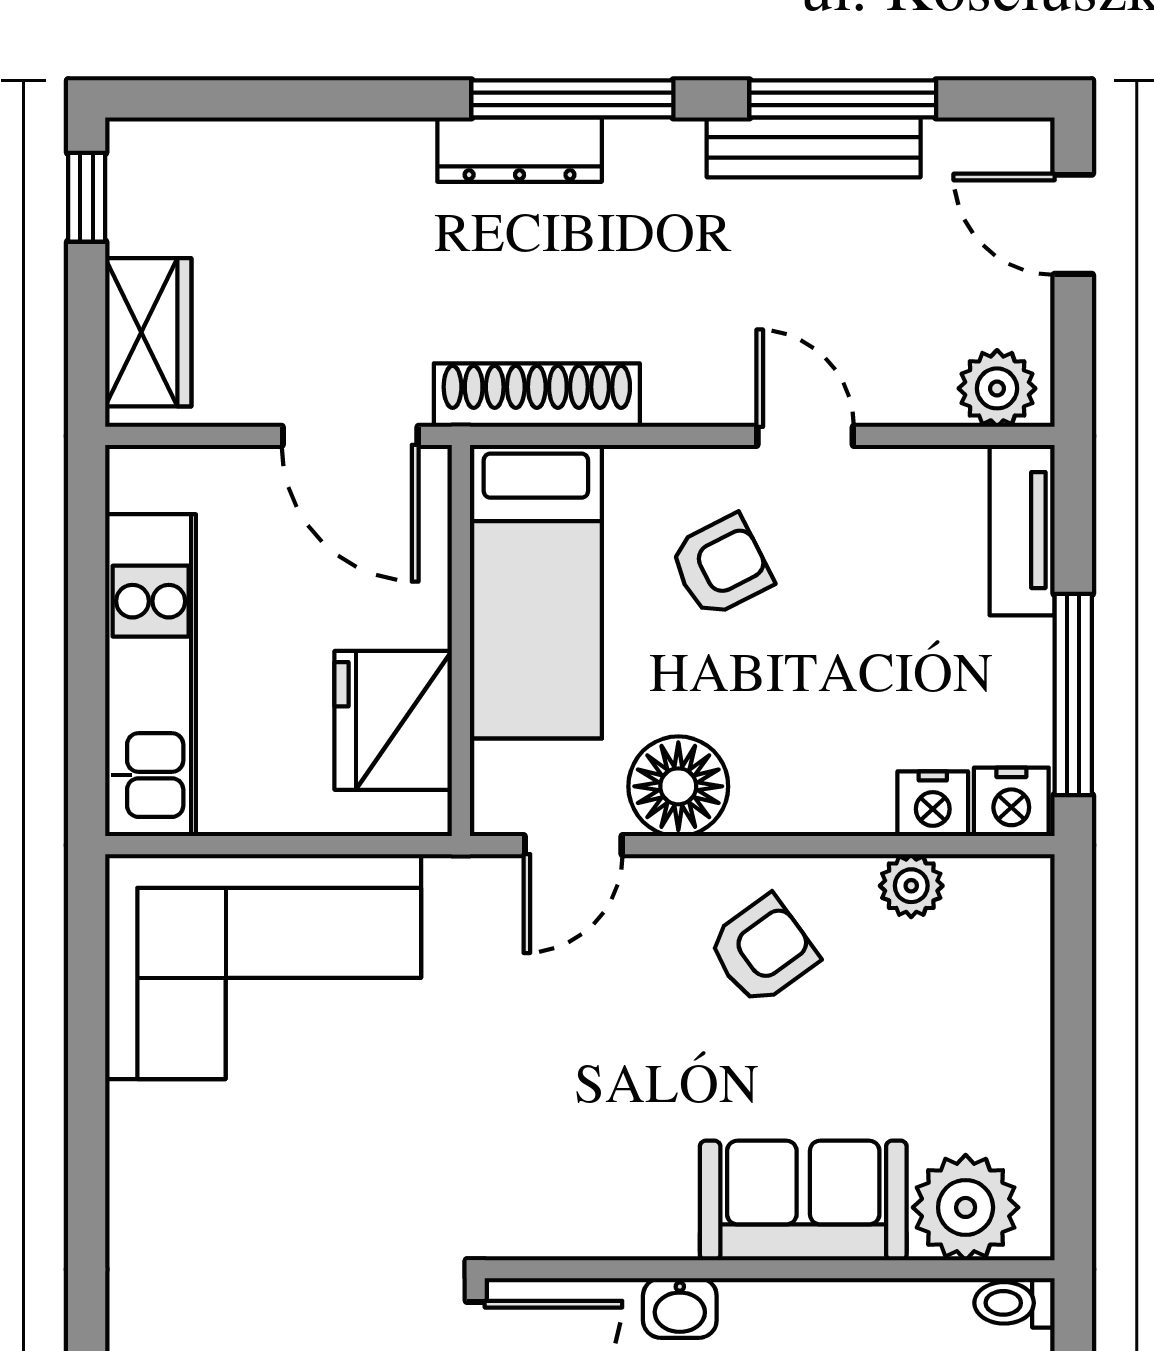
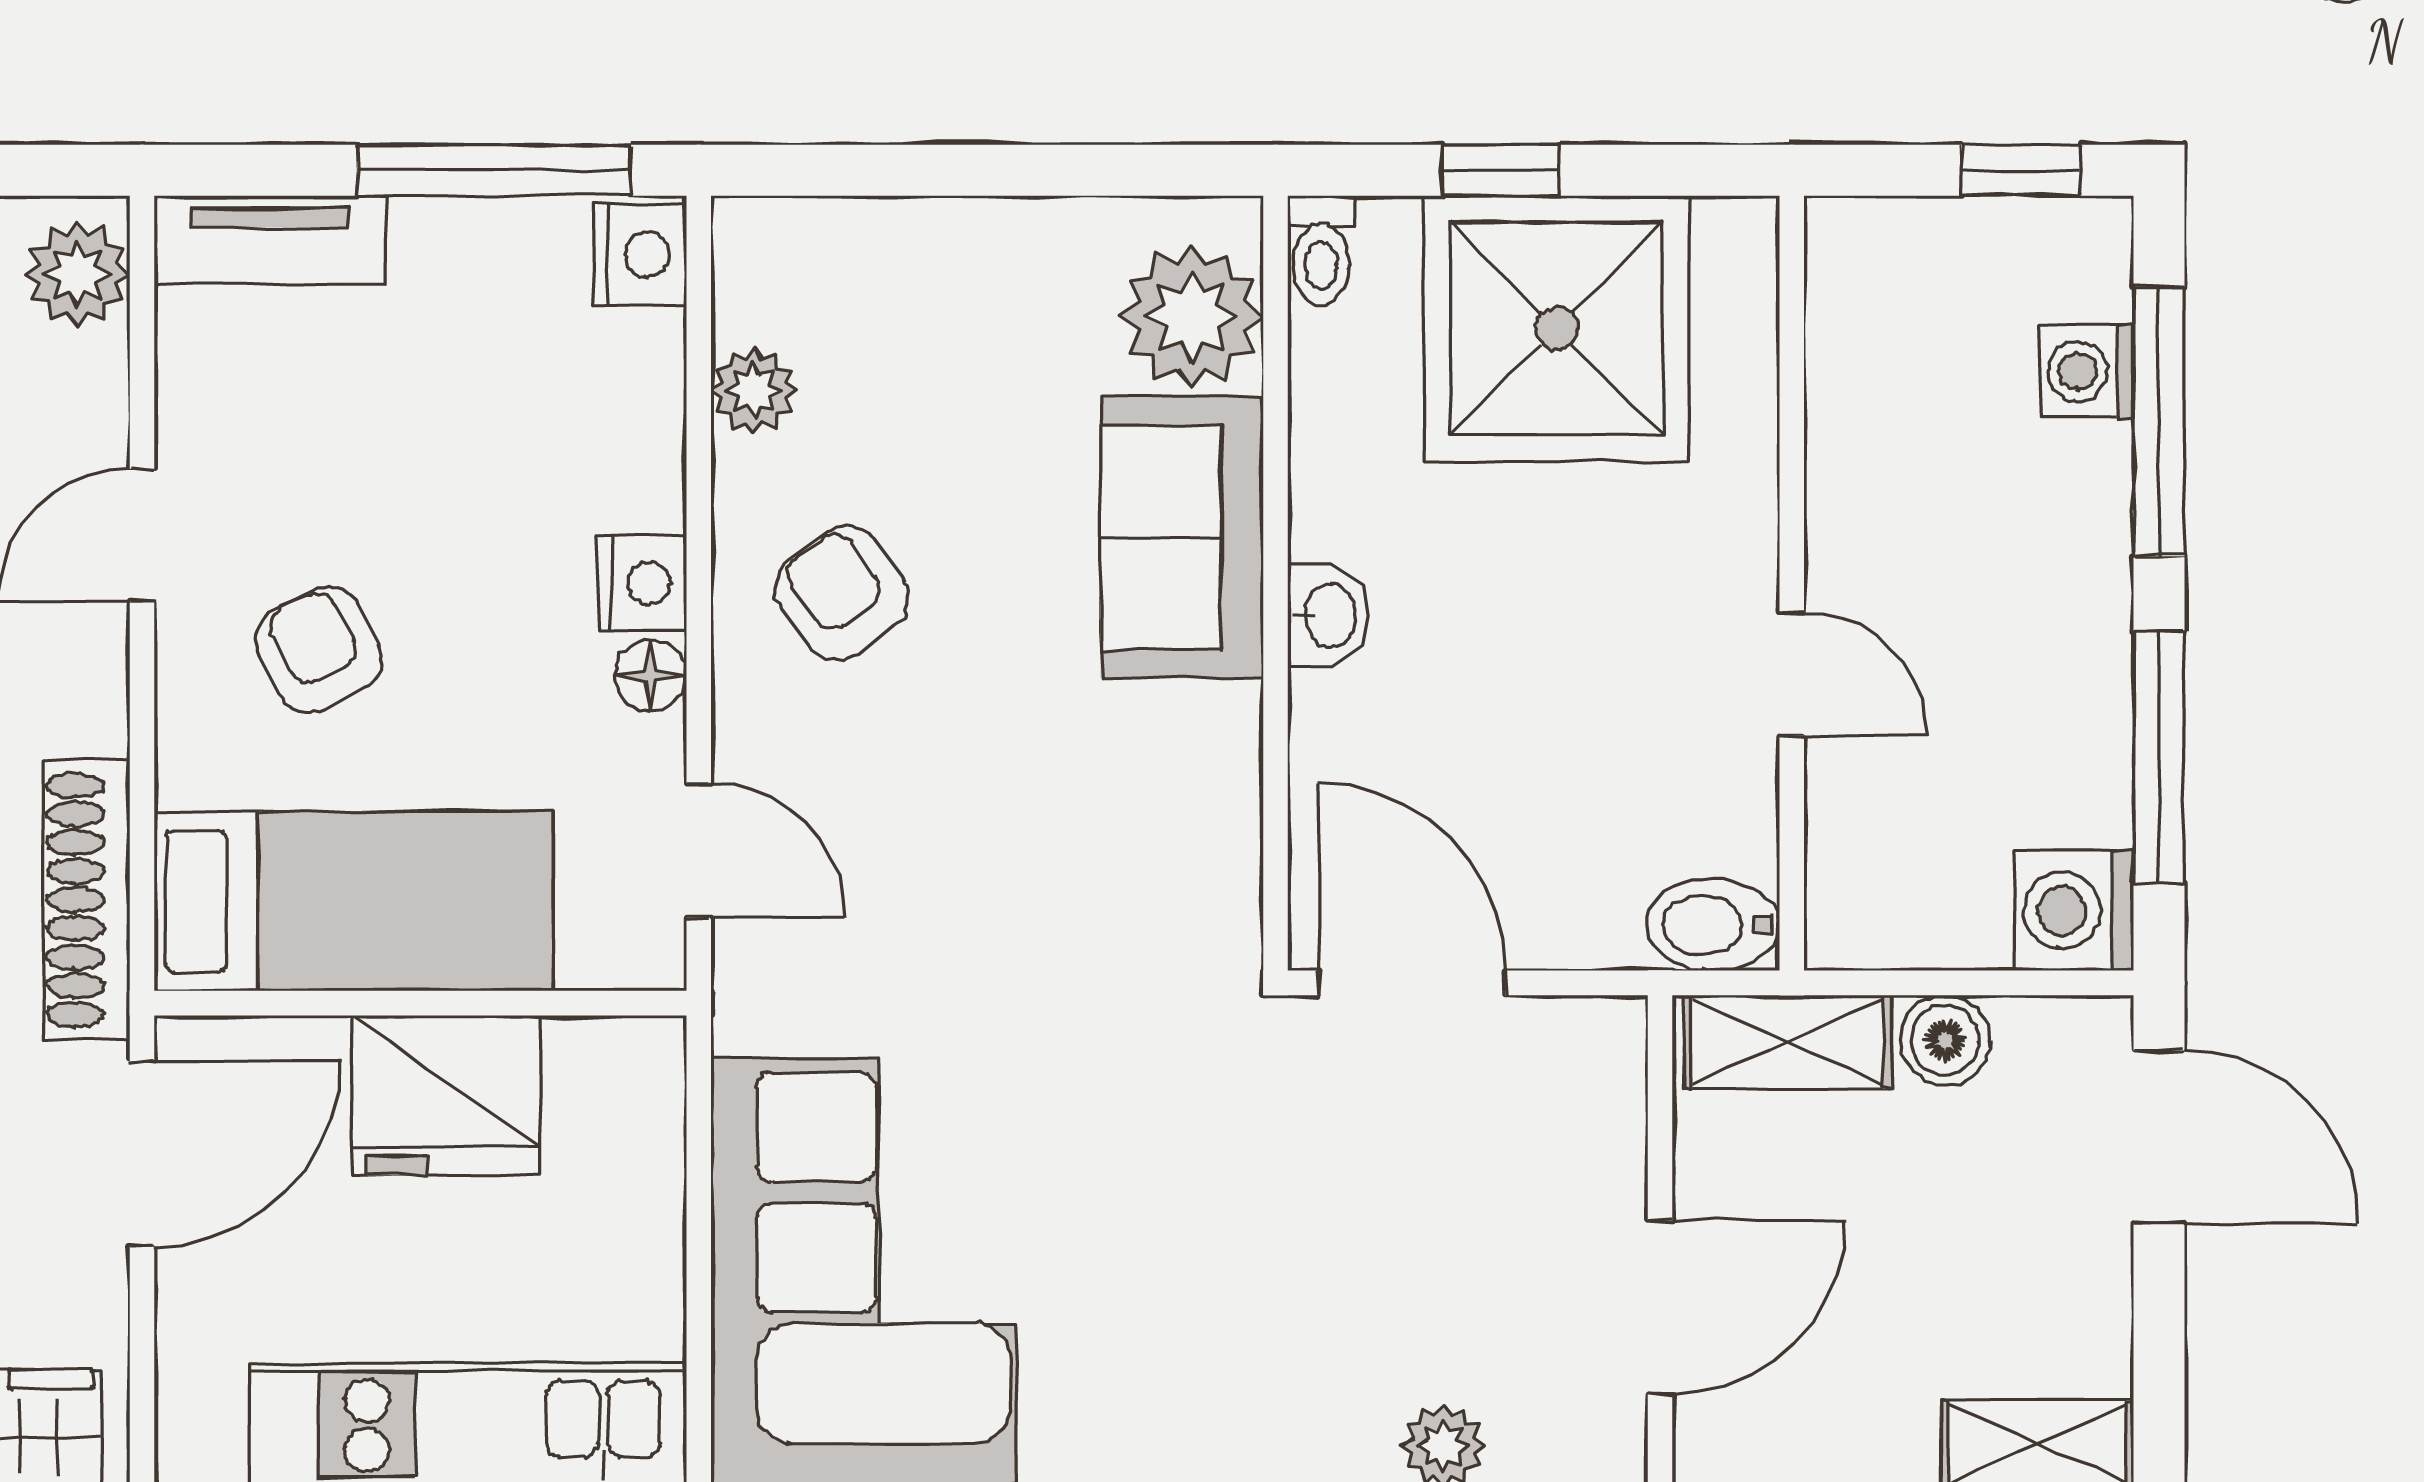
fridge: (393, 720) -> (446, 1095), moved
floor lamp: (678, 786) -> (650, 676), width x0.53, depth x0.53
nightstand: (933, 804) -> (642, 583), moved
washbasin: (680, 1308) -> (1328, 615), moved

